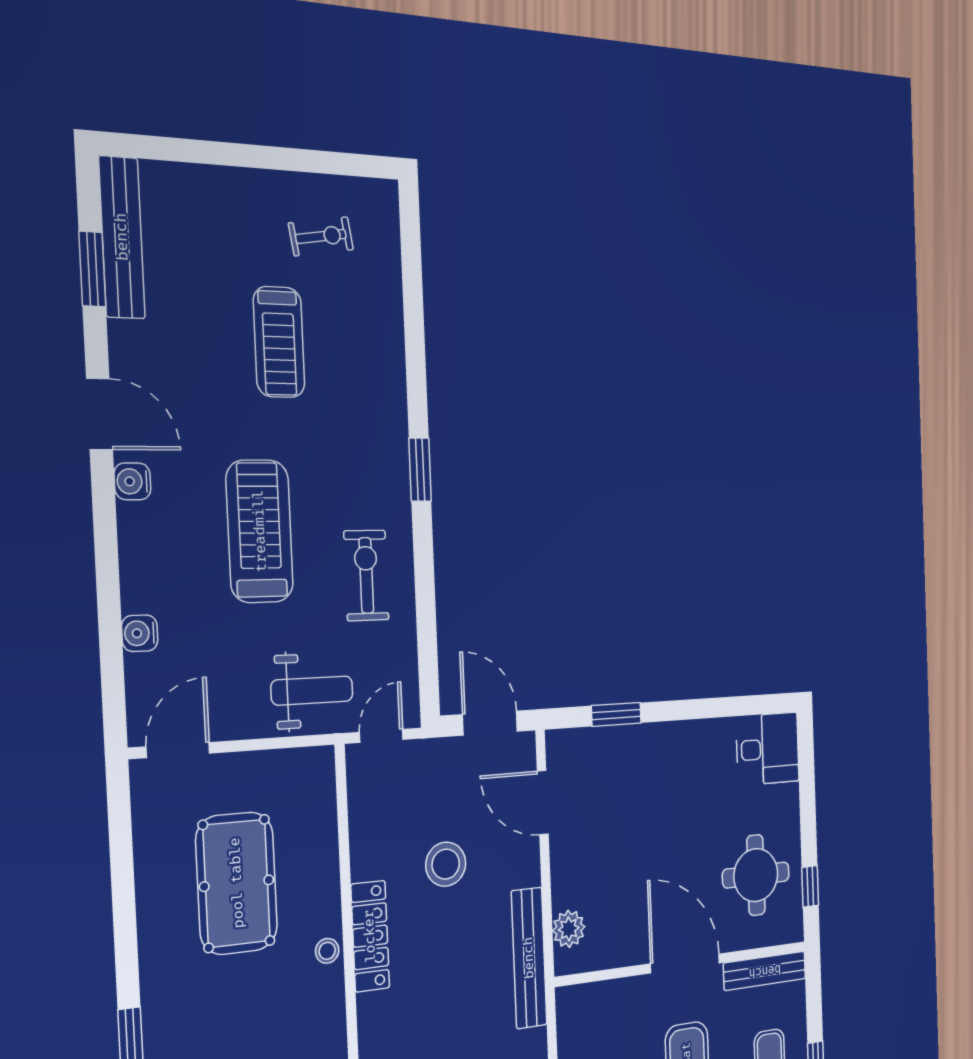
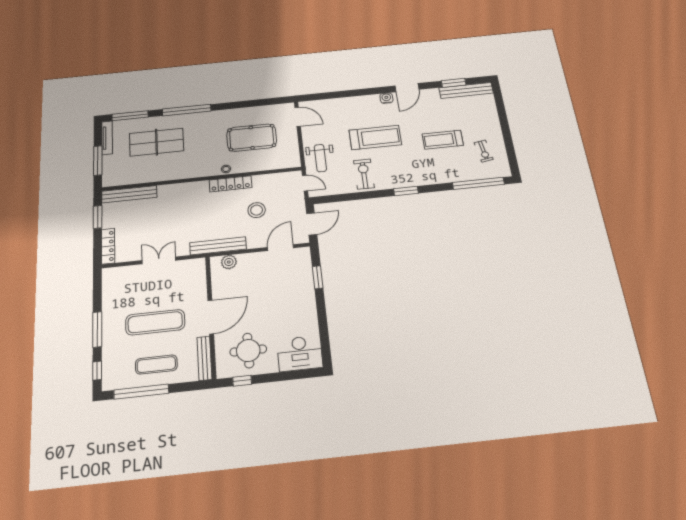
window: (412, 275) -> (478, 183), added
exercise bike: (366, 575) -> (364, 174), turned -90
water cooler: (140, 633) -> (336, 103), removed
desk: (768, 749) -> (300, 353), width x1.37

